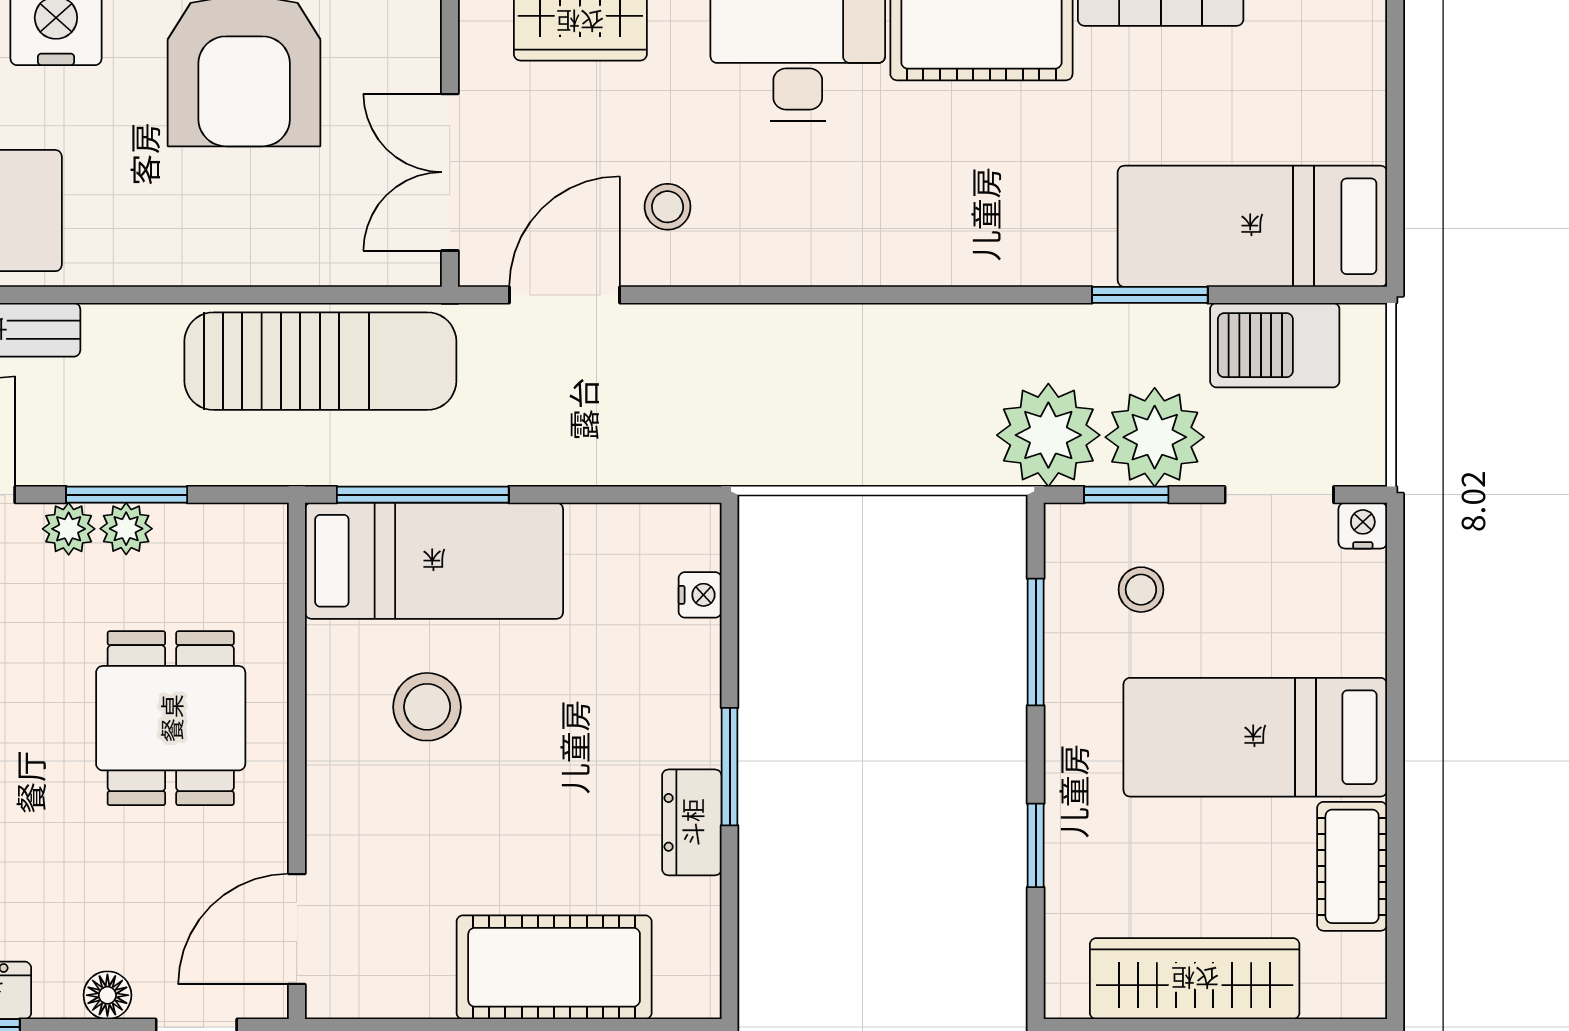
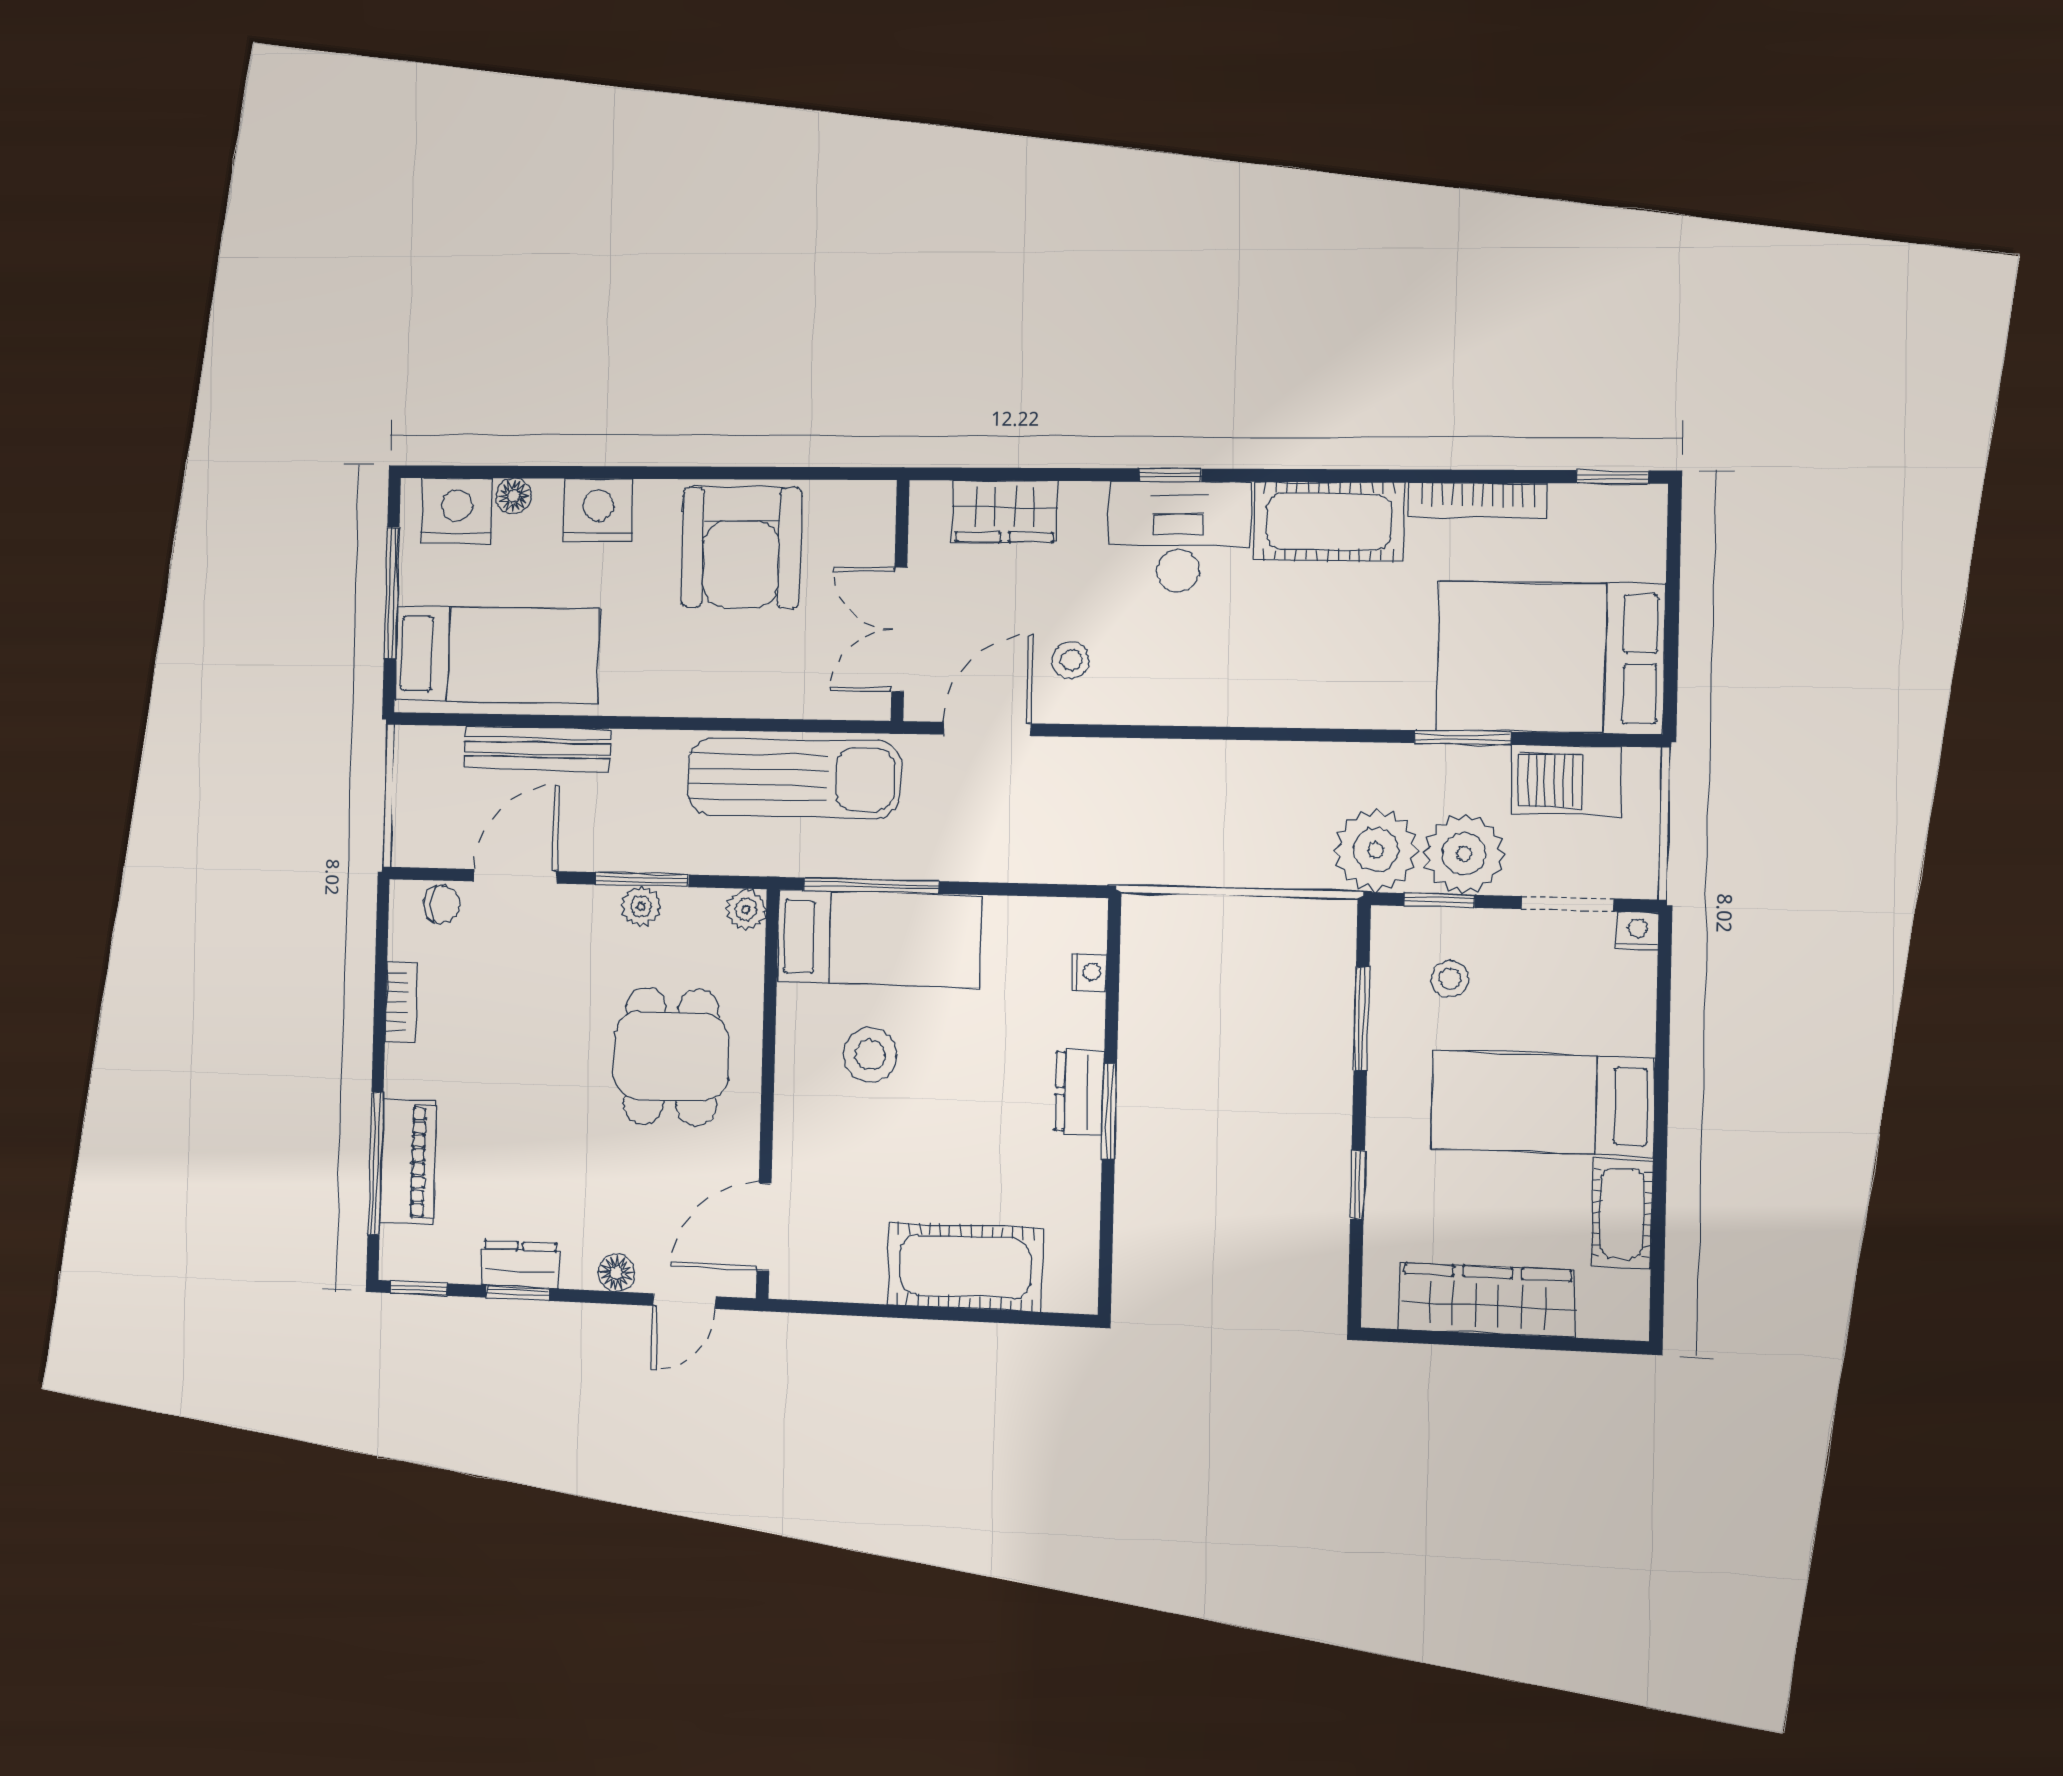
bed: (1252, 226) -> (1550, 658), width x1.50
plant: (69, 529) -> (746, 909), moved
dresser: (692, 822) -> (1080, 1092), moved

